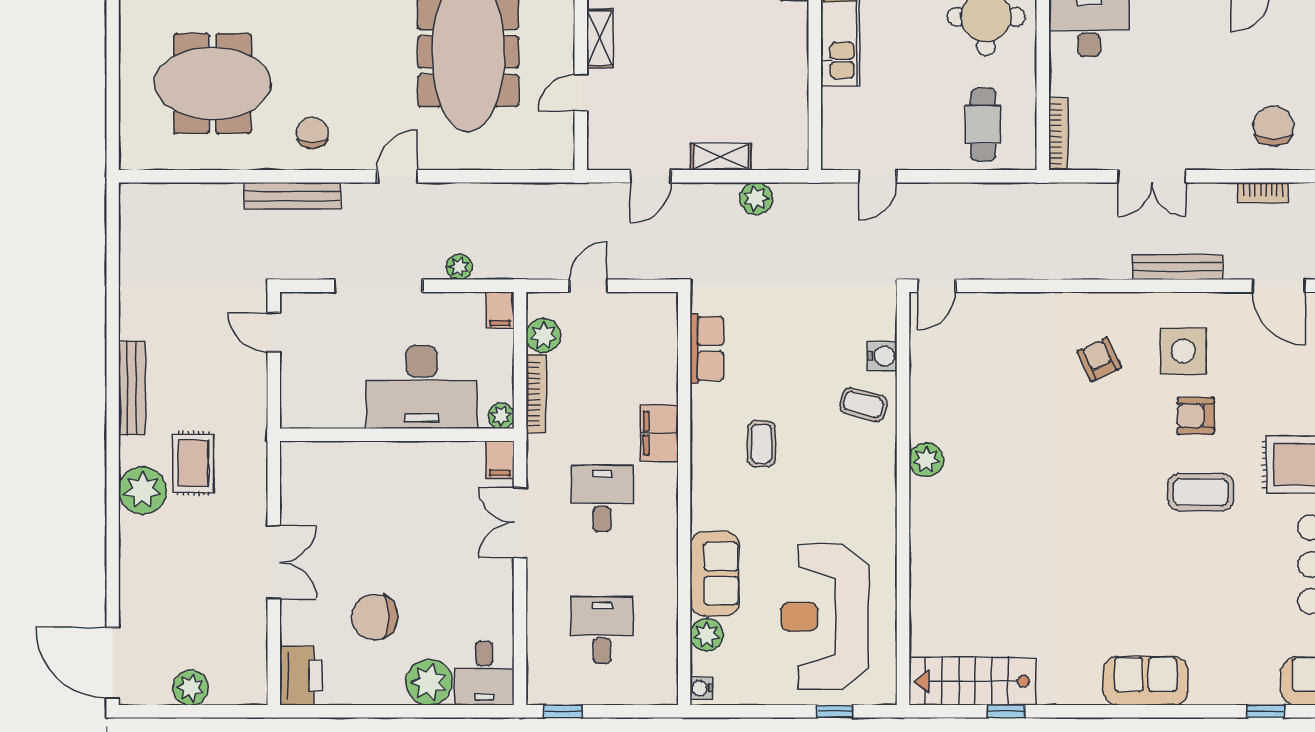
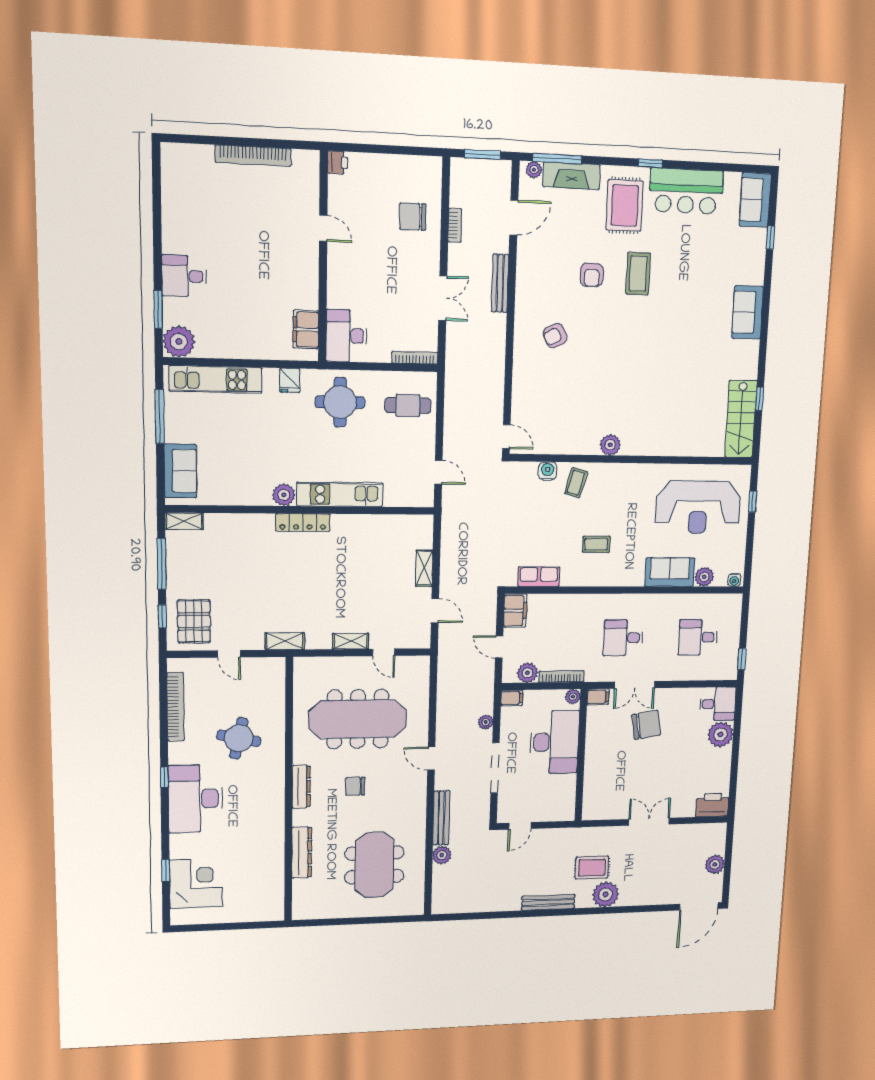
chair: (313, 133) -> (355, 786), moved
plant: (756, 199) -> (442, 855), moved
side table: (1183, 351) -> (552, 281), removed
filing cabinet: (659, 433) -> (515, 611), moved, turned -90
chair: (374, 617) -> (646, 725), moved, turned -99

